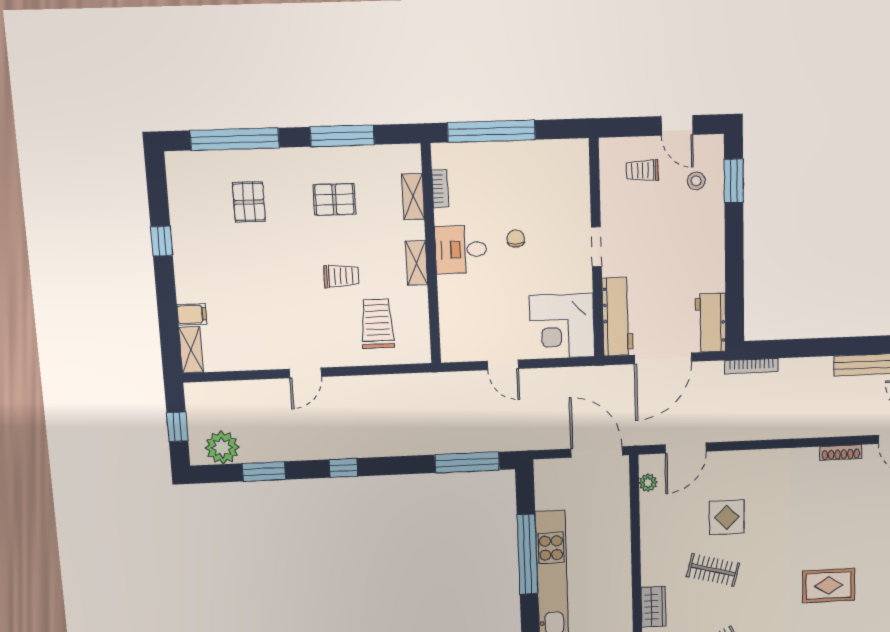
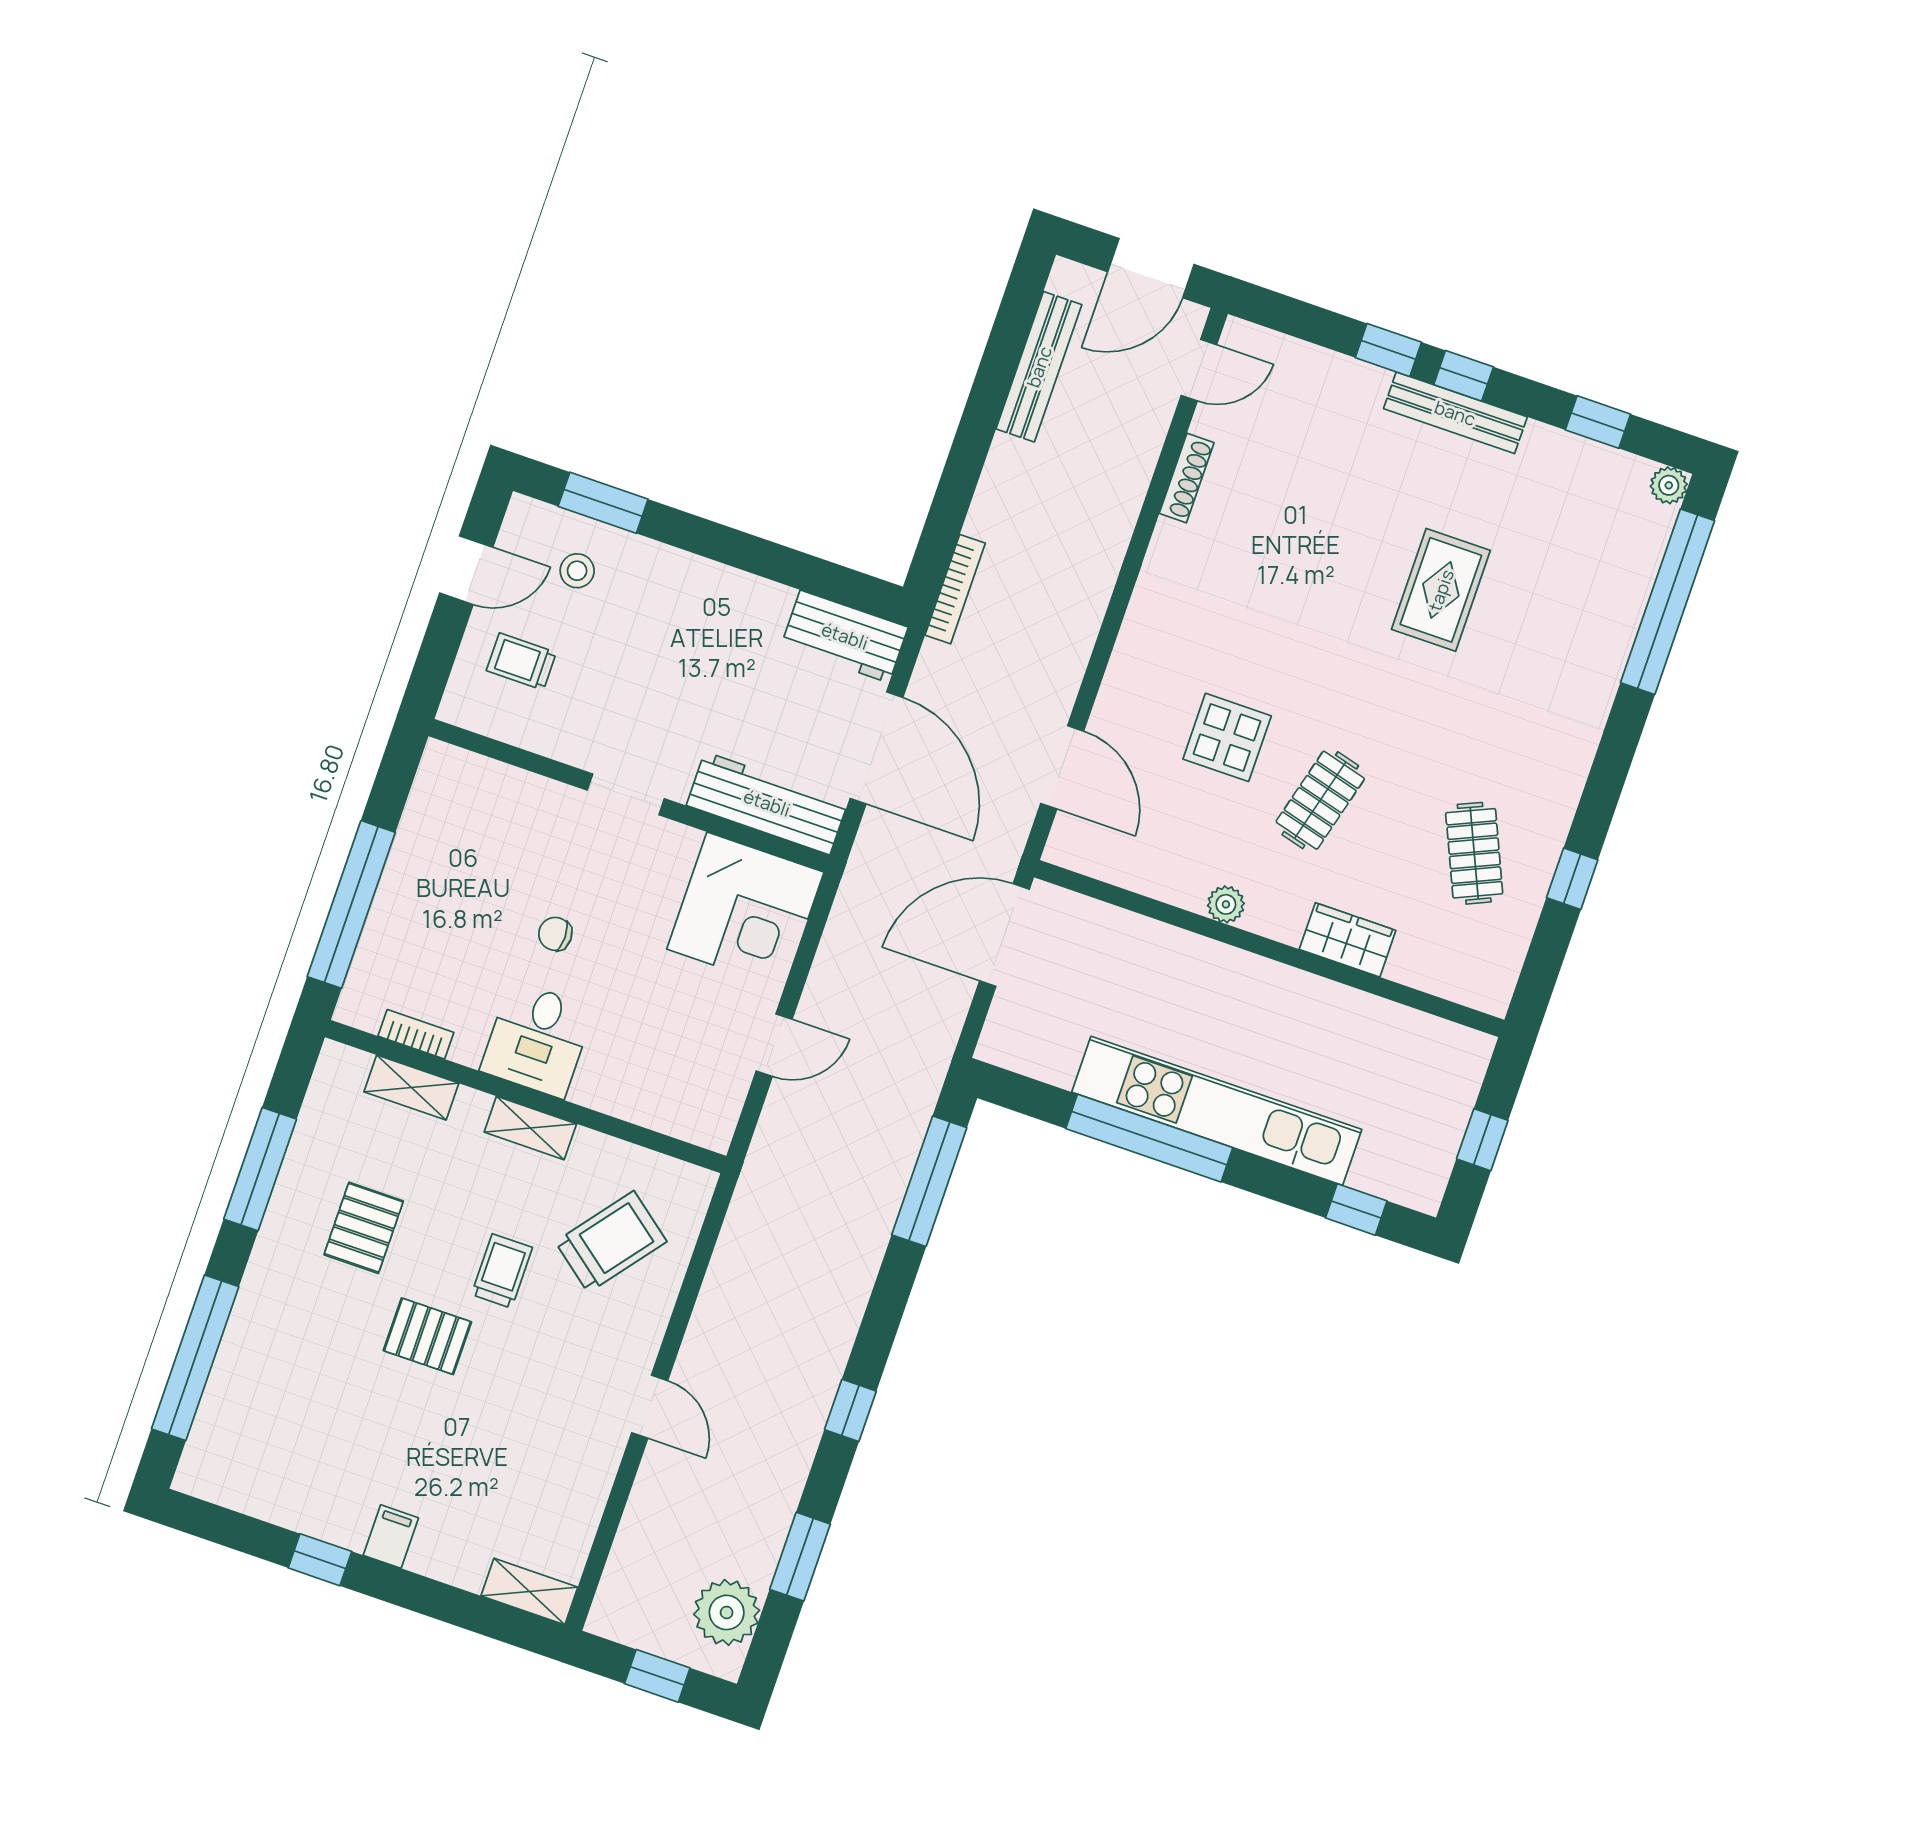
trolley: (642, 170) -> (521, 661), turned 90
pallet: (249, 202) -> (427, 1336), moved
filing cabinet: (192, 314) -> (391, 1537), moved
trolley: (377, 323) -> (611, 1242), turned 128
plant: (648, 483) -> (1226, 904), moved

